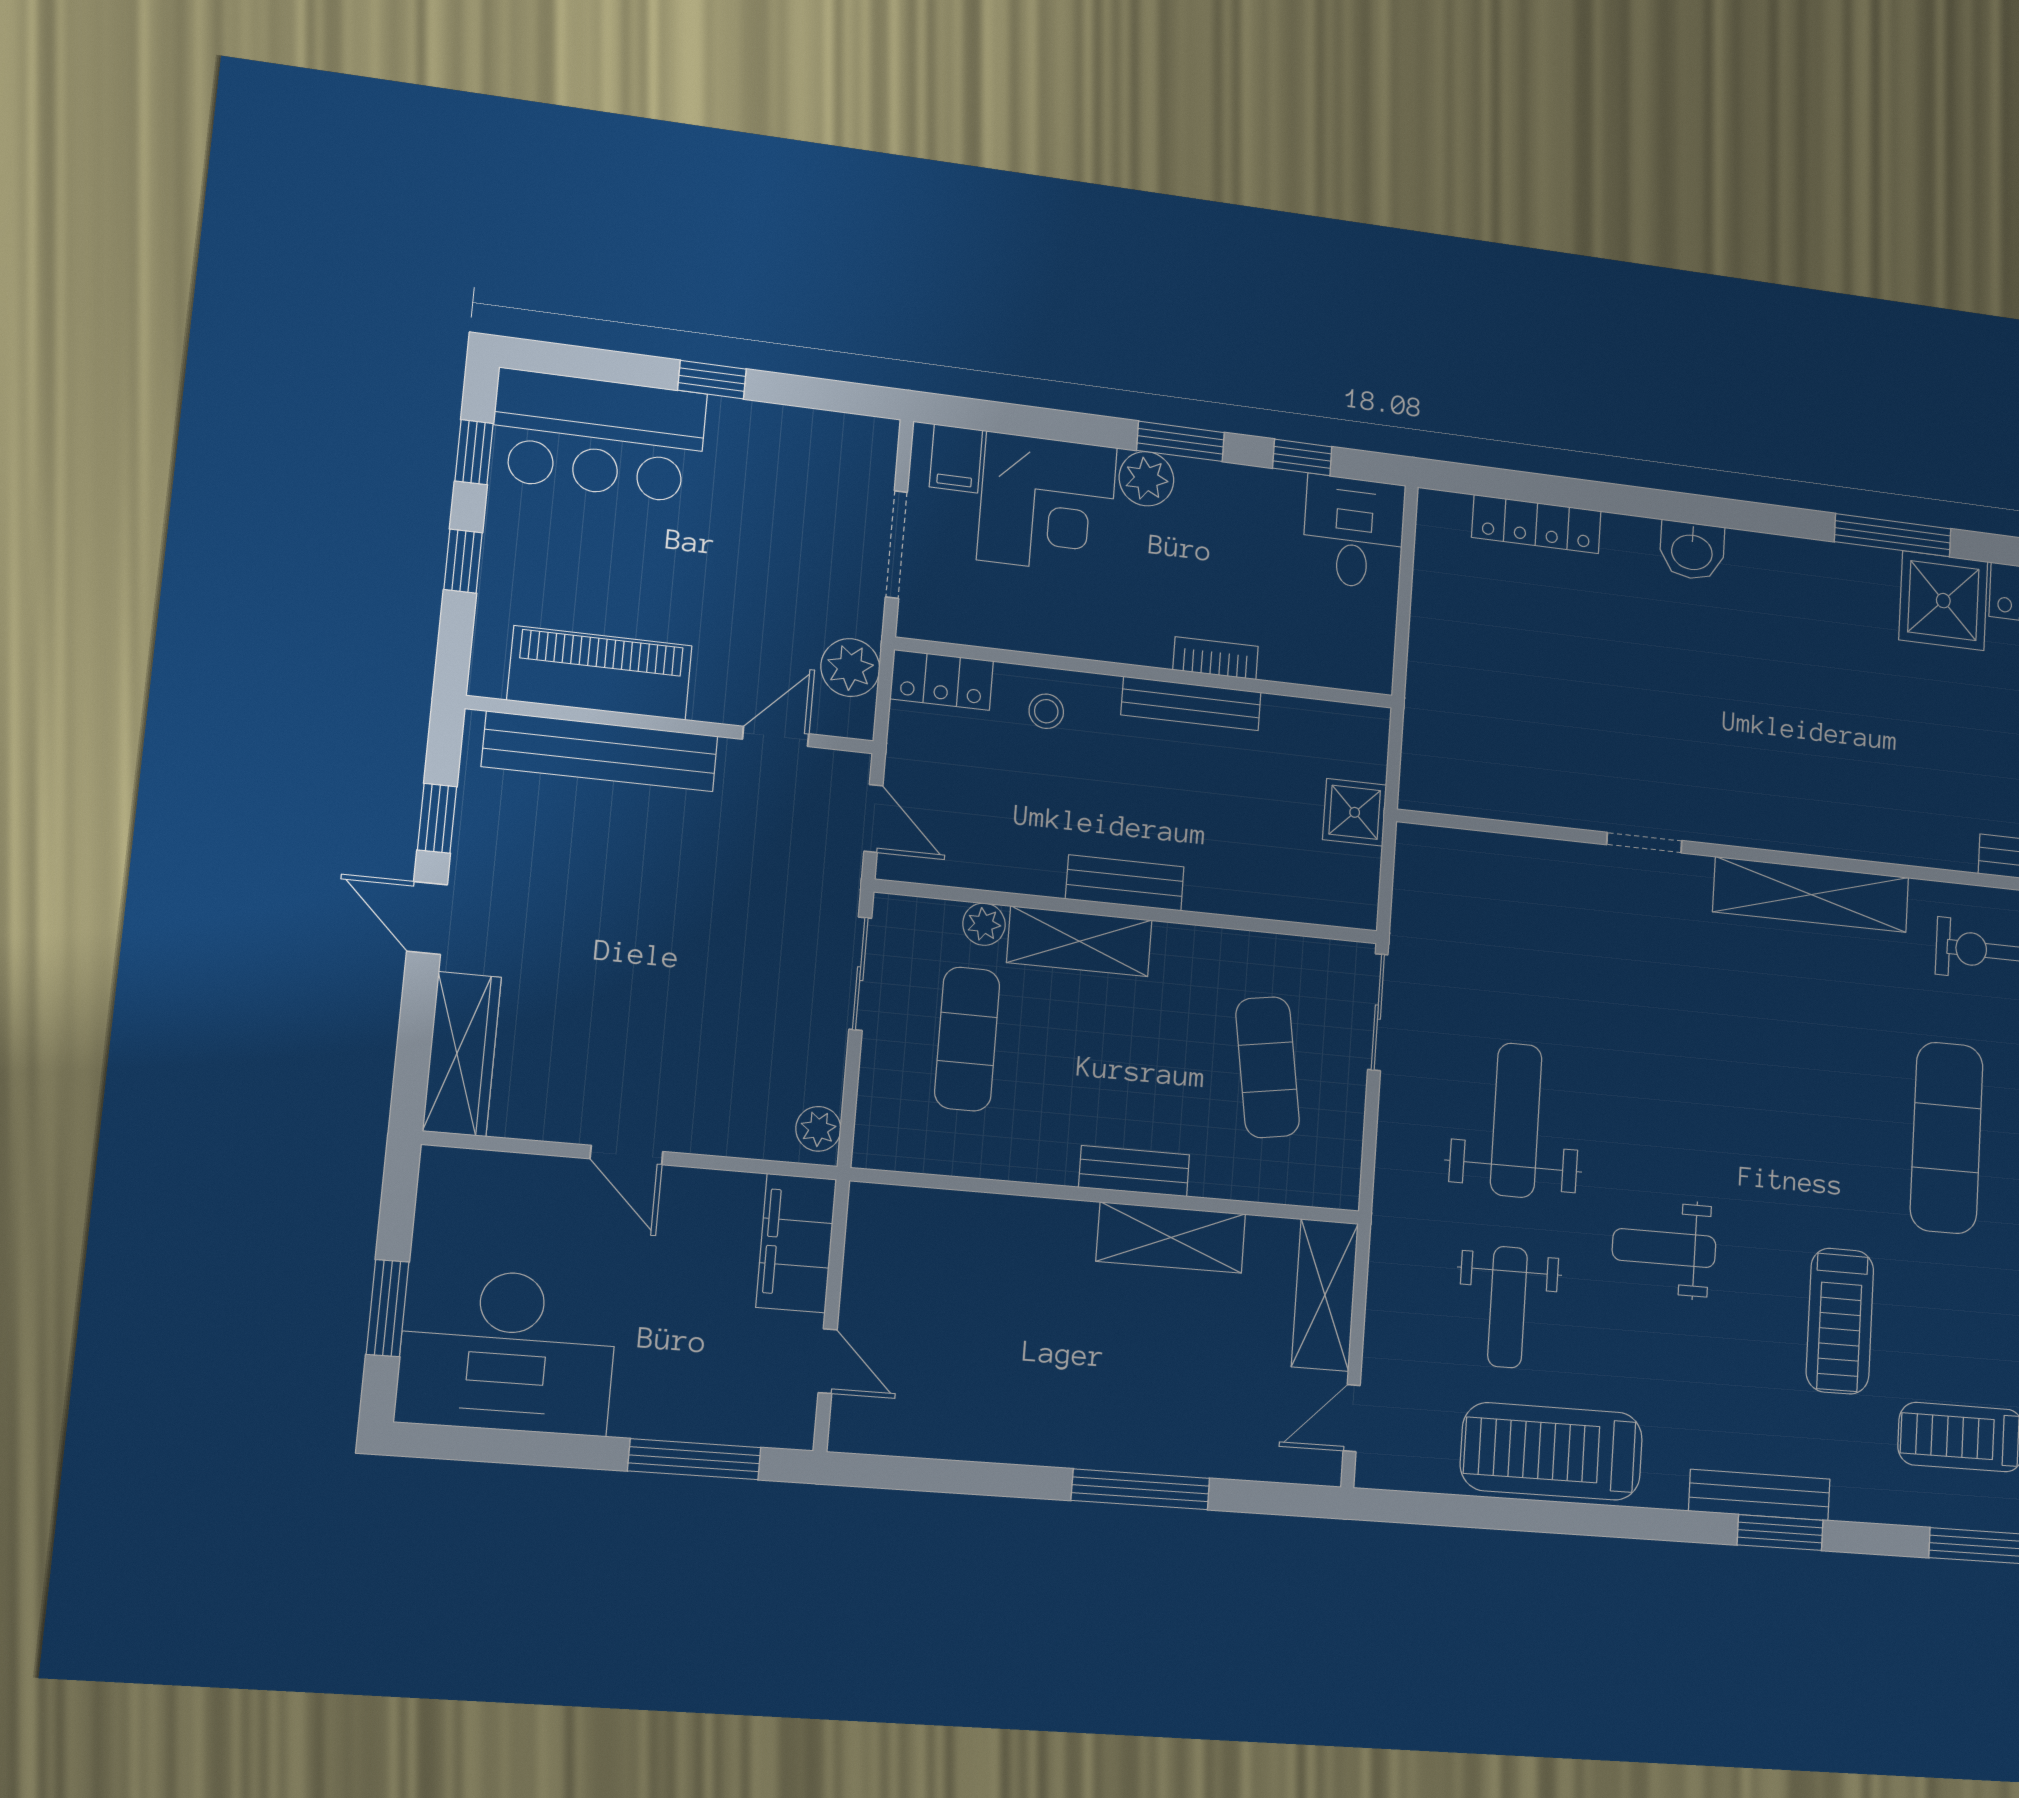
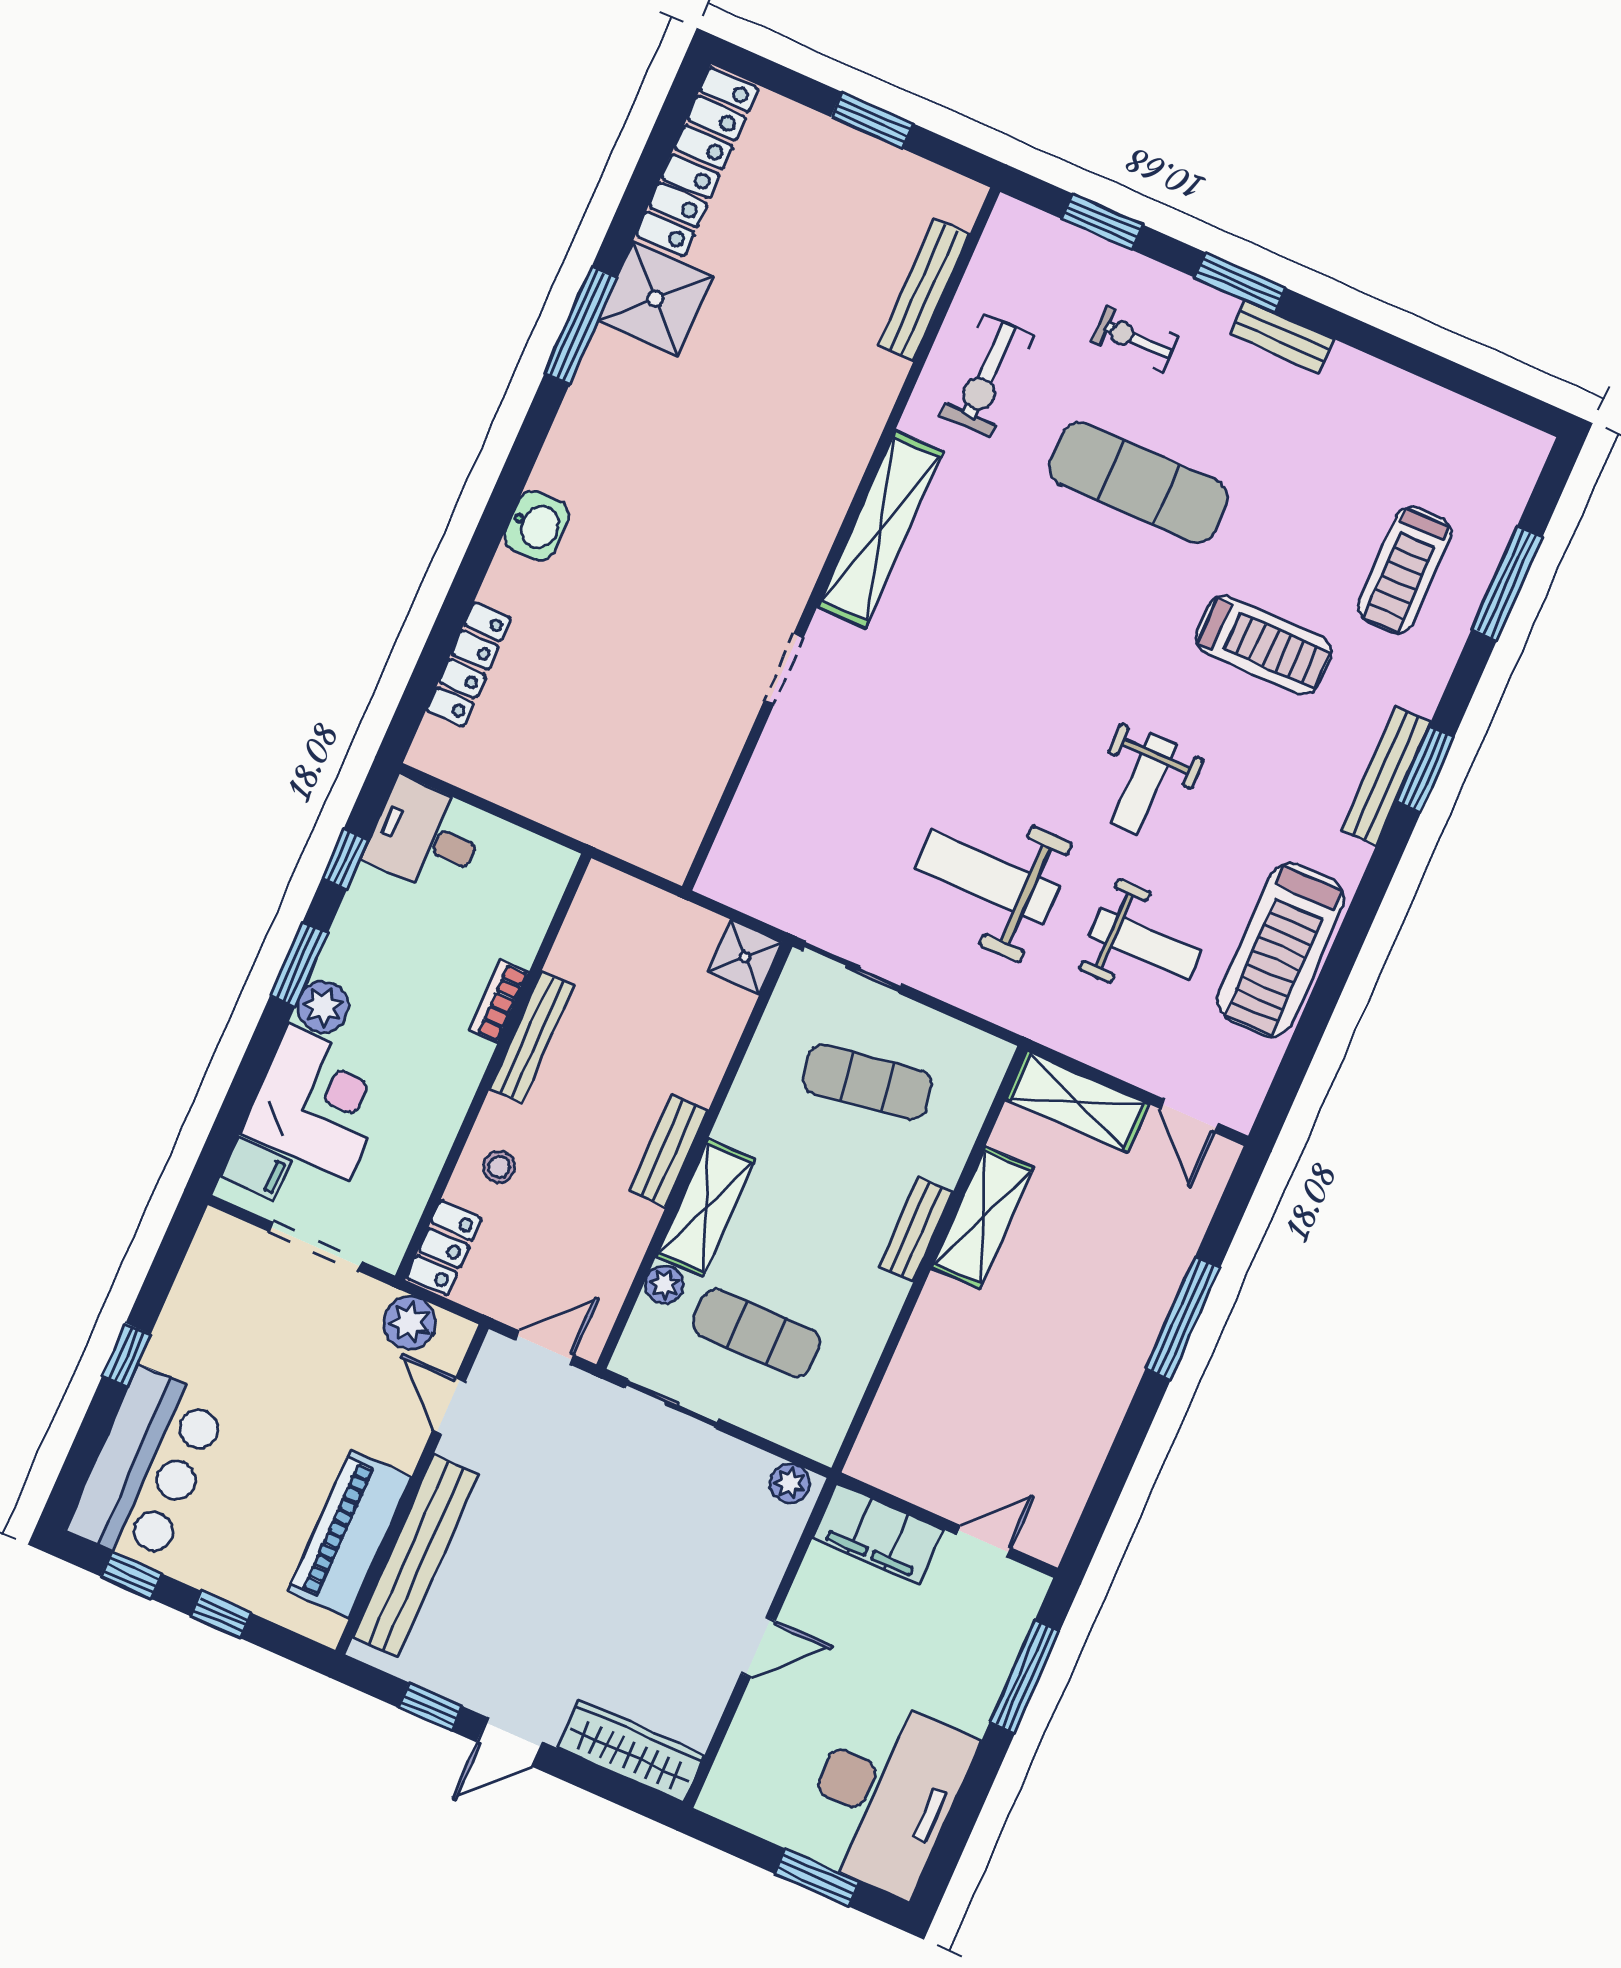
shower: (1355, 812) -> (745, 957), moved

